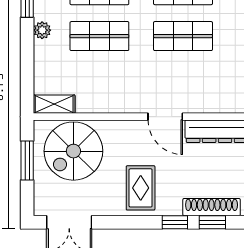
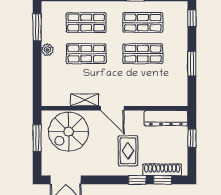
shelving: (54, 104) -> (85, 100), moved
door: (165, 117) -> (112, 108), moved
rug: (141, 188) -> (128, 151), moved

